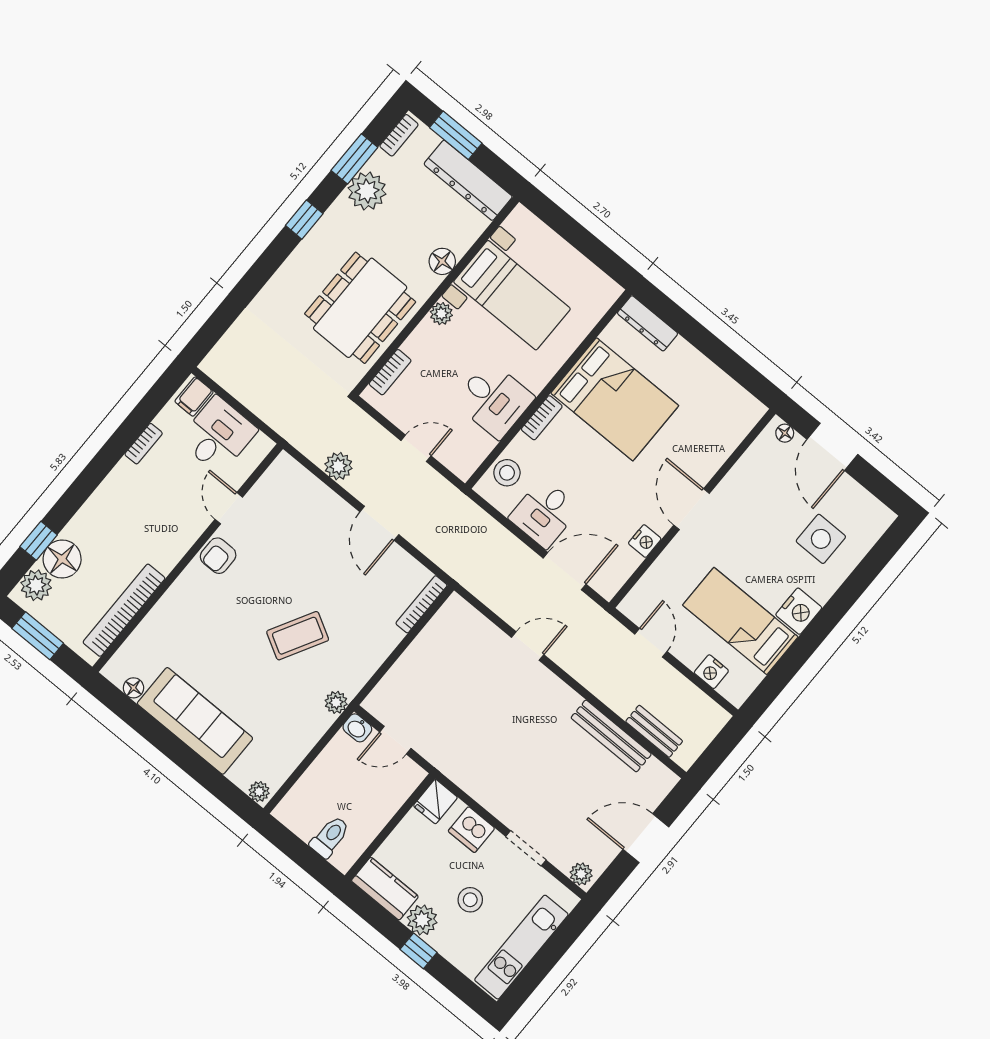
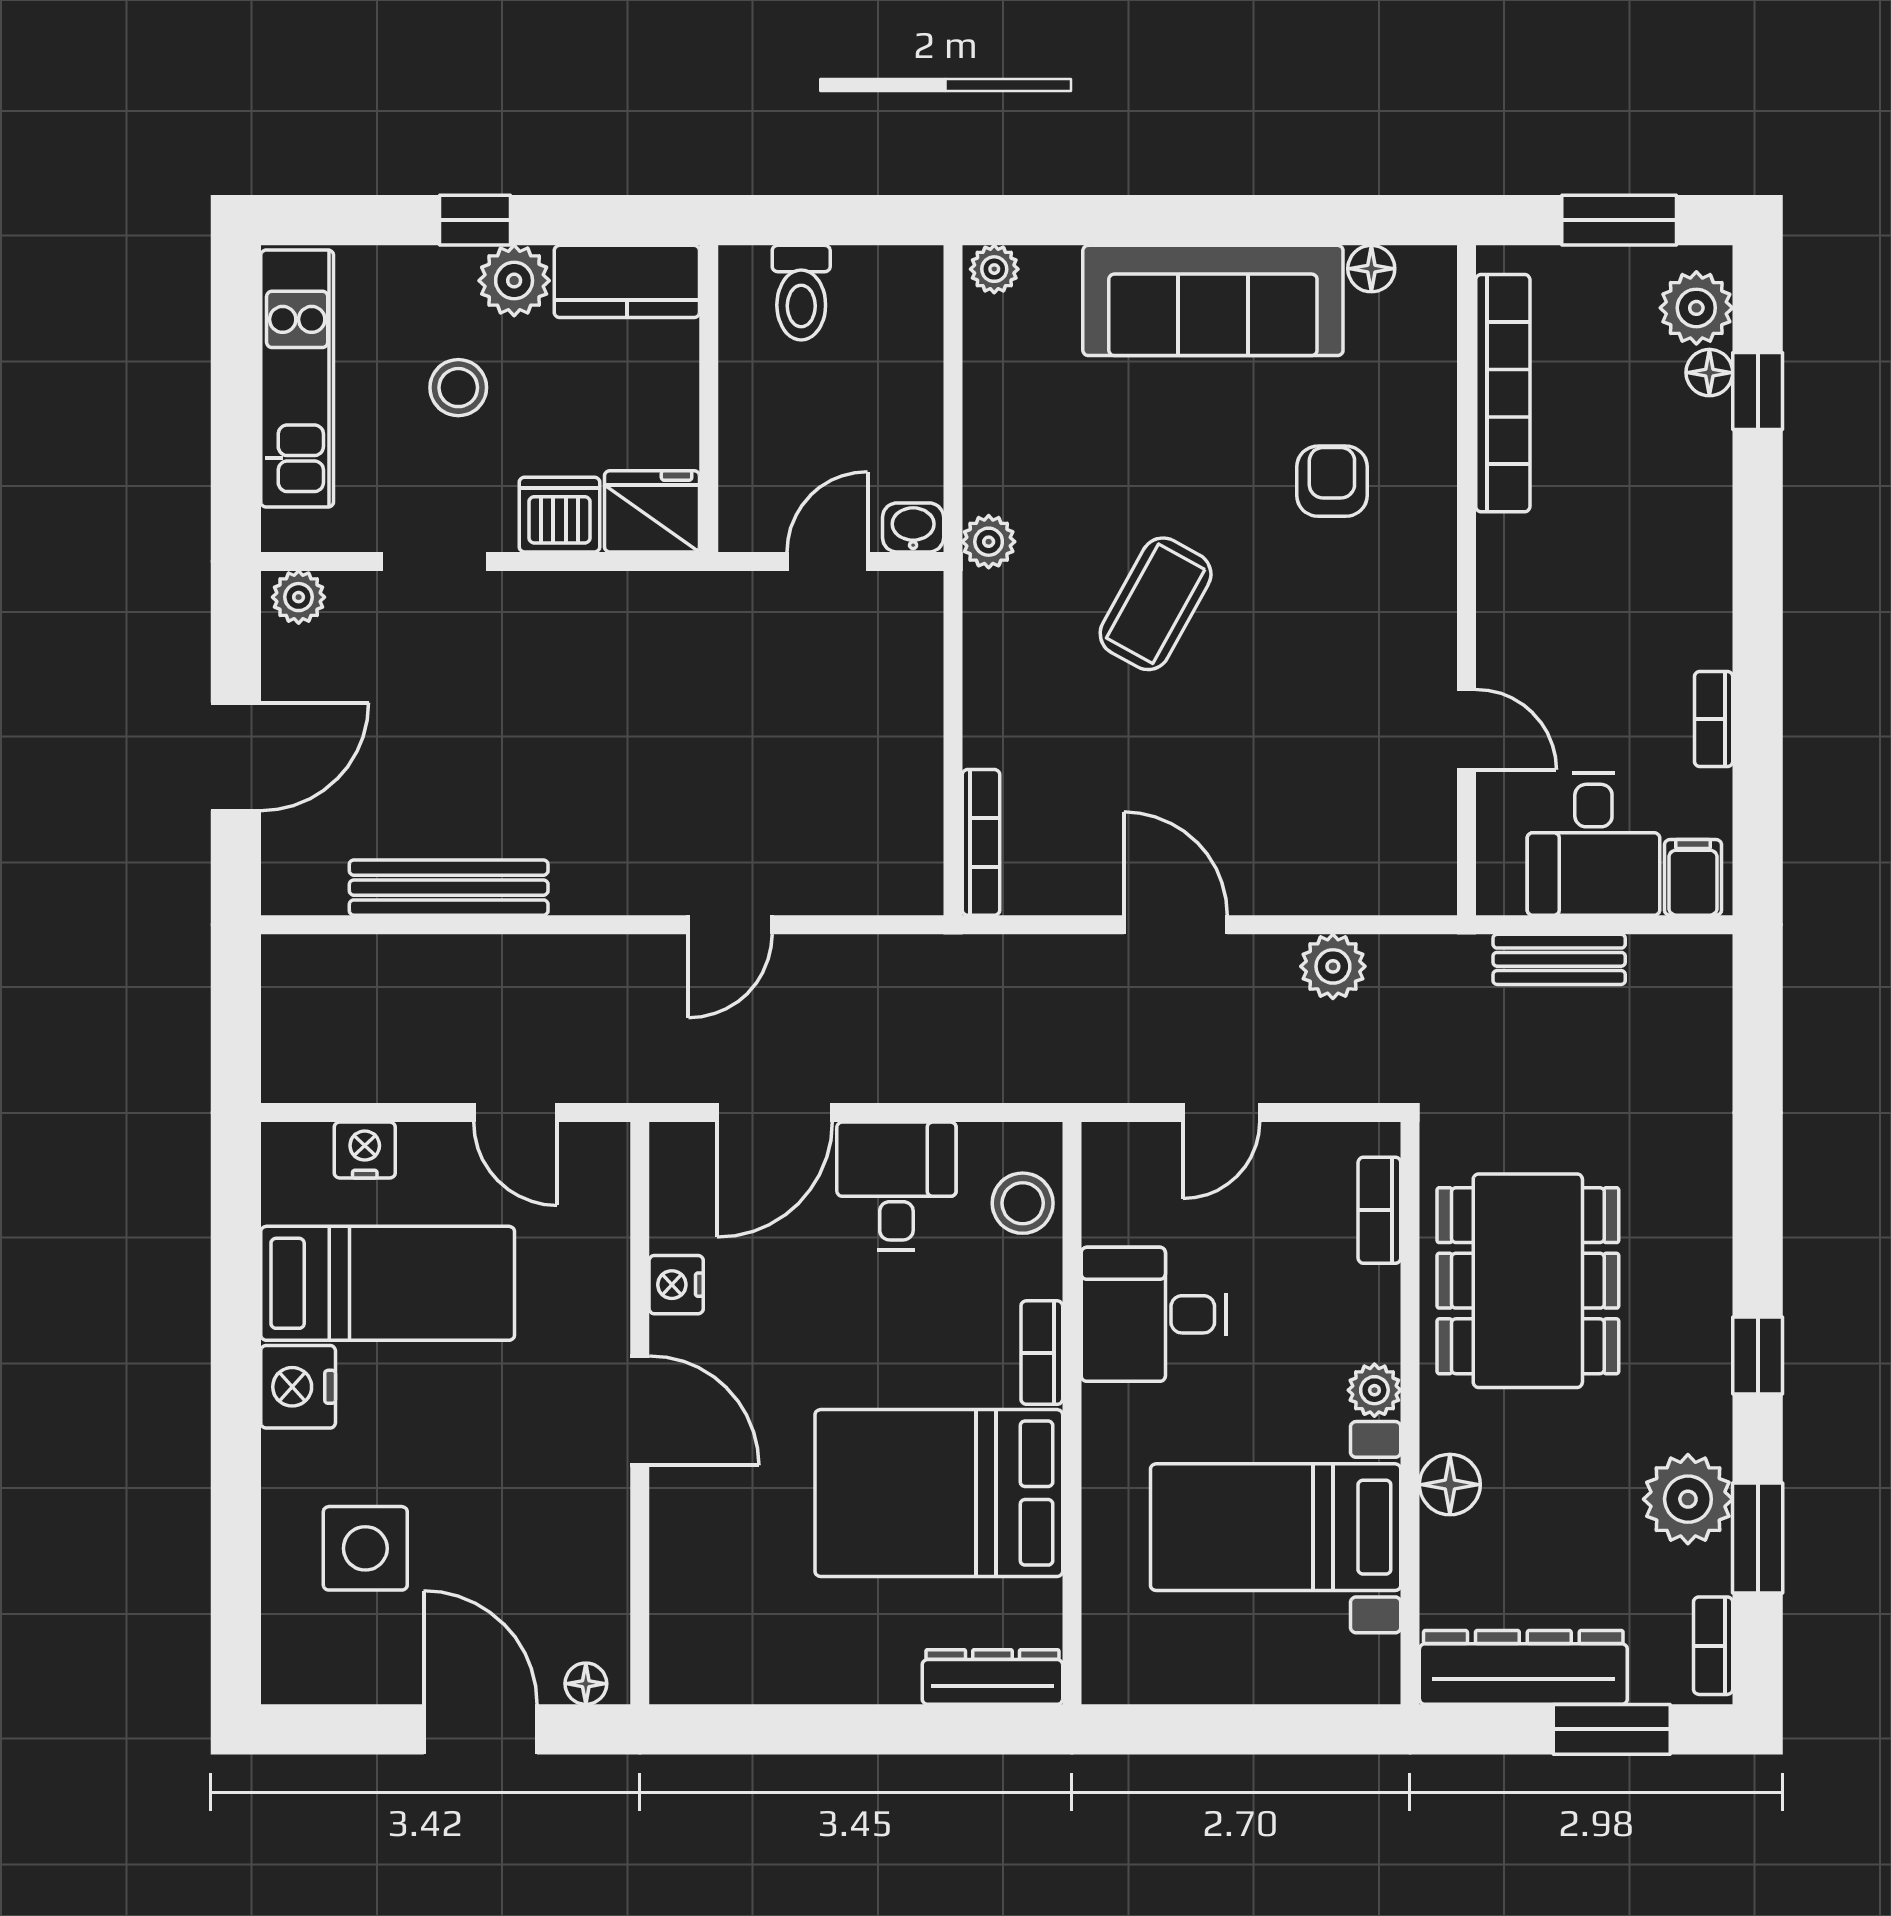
armchair: (218, 556) -> (1332, 481), moved
floor lamp: (62, 559) -> (1709, 373), width x0.53, depth x0.53
bench: (654, 731) -> (1559, 959), moved
fridge: (435, 802) -> (652, 511), width x1.38

